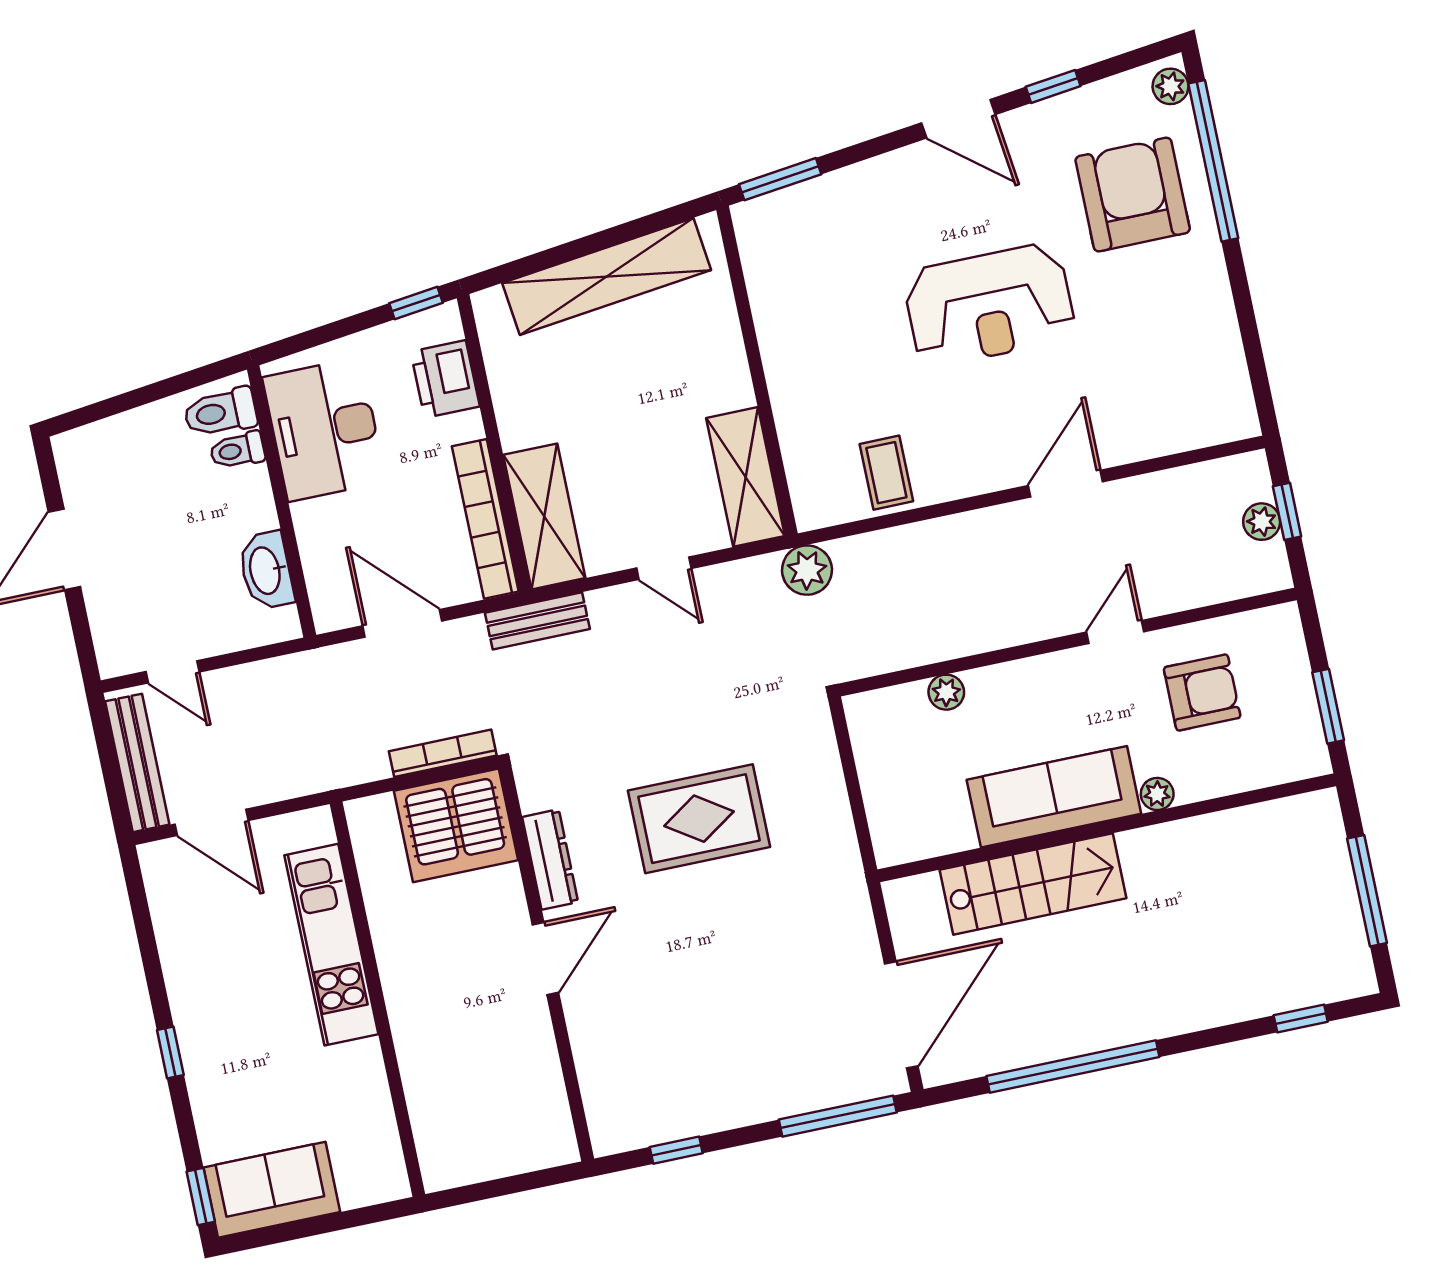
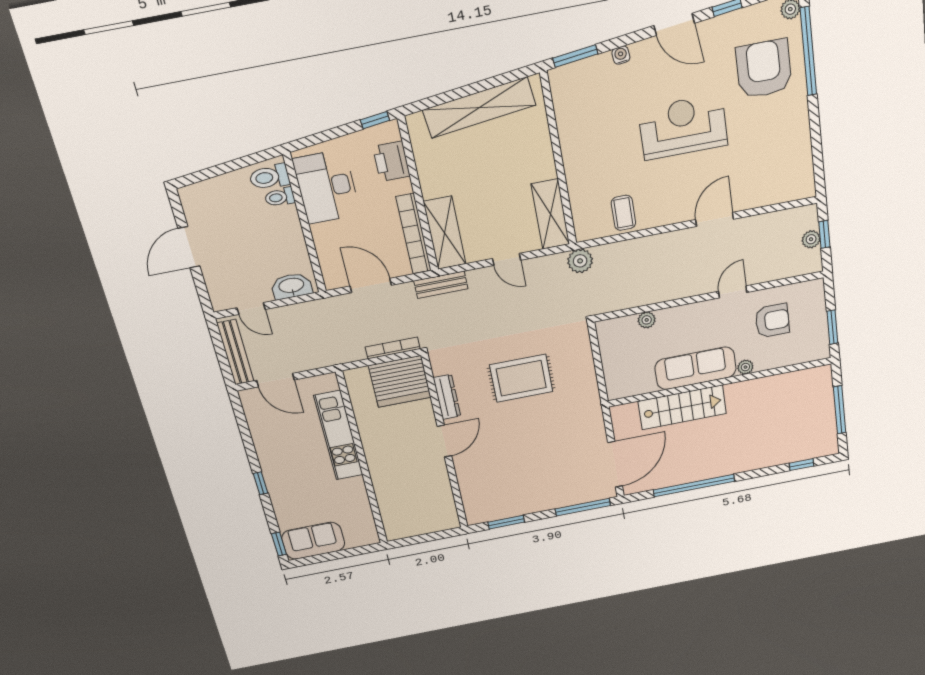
water cooler: (864, 176) -> (621, 55), added
reception desk: (989, 305) -> (683, 127), turned 180
washbasin: (266, 570) -> (292, 286), moved, turned 90
window: (676, 1150) -> (506, 522), width x1.50

